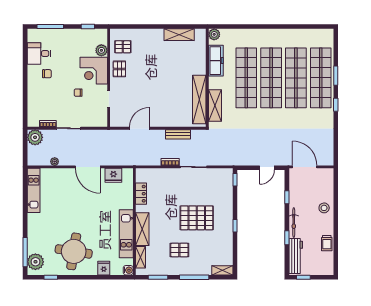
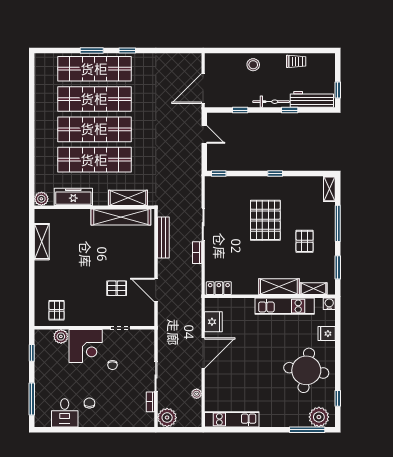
pallet: (119, 69) -> (117, 288), moved
bench: (178, 134) -> (163, 238), width x1.36
locker: (141, 194) -> (219, 288), moved

